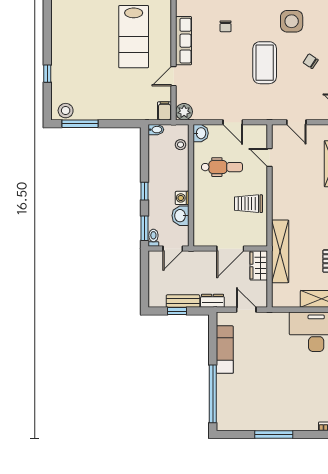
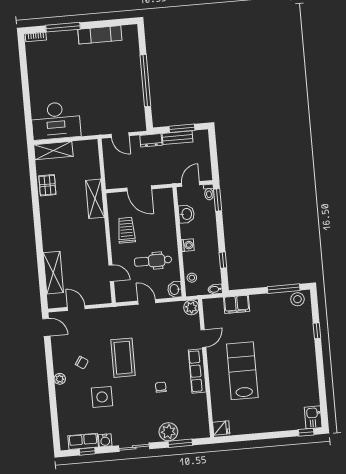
filing cabinet: (164, 111) -> (237, 304), moved, width x2.00
door: (296, 122) -> (76, 308), moved
window: (145, 191) -> (223, 260), moved
washing machine: (182, 198) -> (188, 245), moved
trolley: (248, 204) -> (126, 230), turned -90
door: (230, 249) -> (139, 188), swing flipped
shelving: (280, 251) -> (95, 199), width x0.68
wardrobe: (259, 265) -> (112, 176), removed
window: (177, 311) -> (182, 128), width x1.50
exam couch: (225, 350) -> (100, 35), moved, turned -90
window: (213, 394) -> (145, 81), moved
window: (274, 435) -> (63, 27), moved

